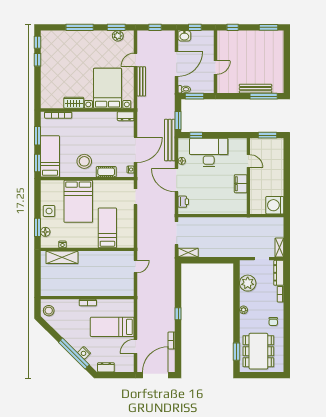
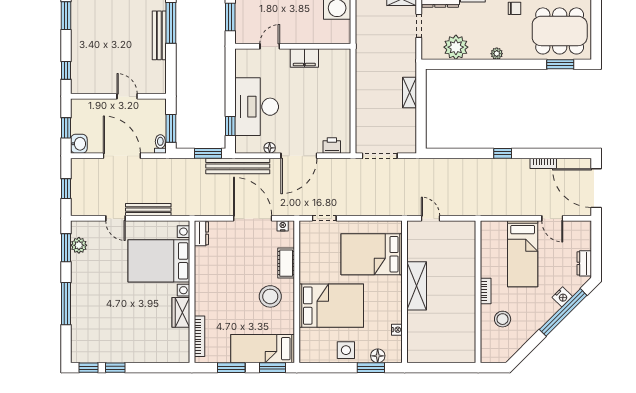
bed: (107, 228) -> (372, 254), width x1.50
shelving: (188, 253) -> (409, 93), moved
shelving: (62, 257) -> (417, 286), moved
stool: (49, 311) -> (503, 319), moved

